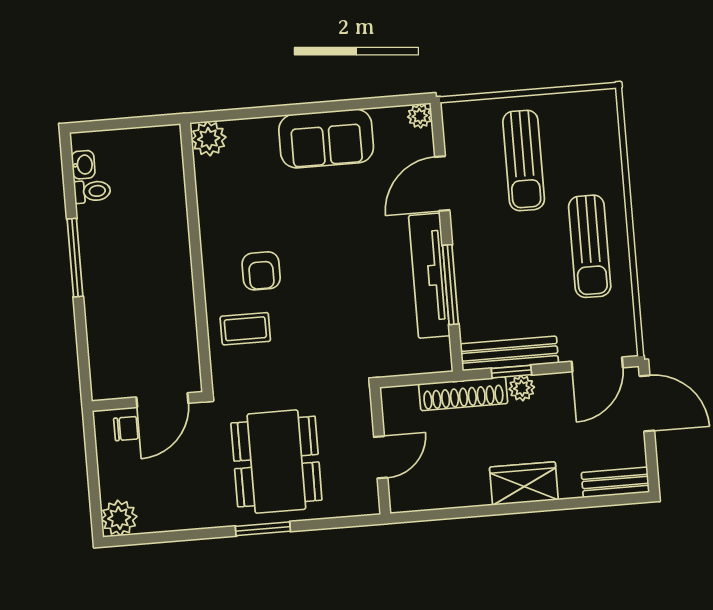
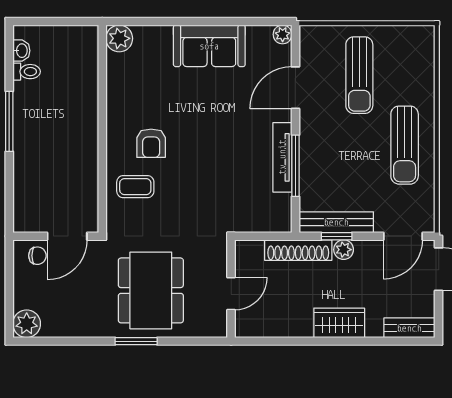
tv unit: (429, 276) -> (282, 157), width x0.73, depth x0.78

